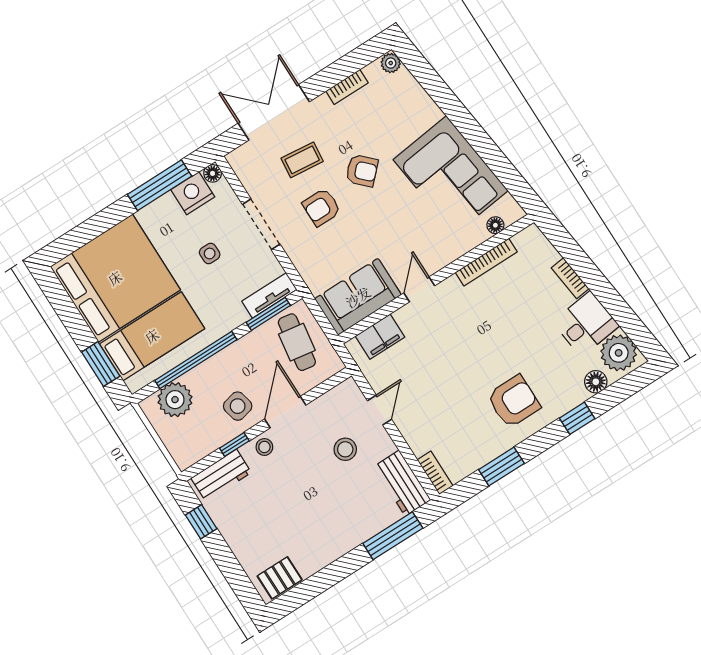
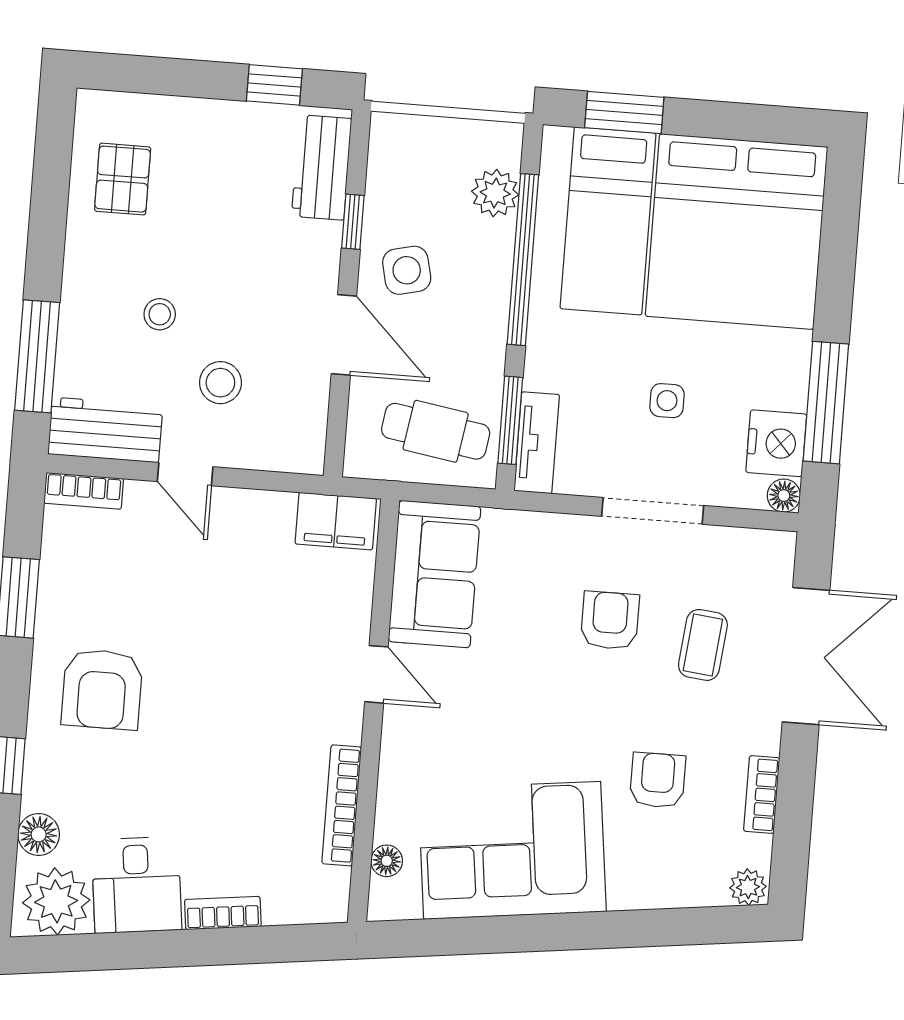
armchair: (362, 171) -> (658, 780), moved, turned 135
filing cabinet: (380, 337) -> (336, 521), moved, turned -90
plant: (175, 400) -> (495, 193), width x0.73, depth x0.73
door: (380, 410) -> (185, 474), moved
stool: (264, 447) -> (160, 314), moved
pallet: (280, 578) -> (123, 179), moved

